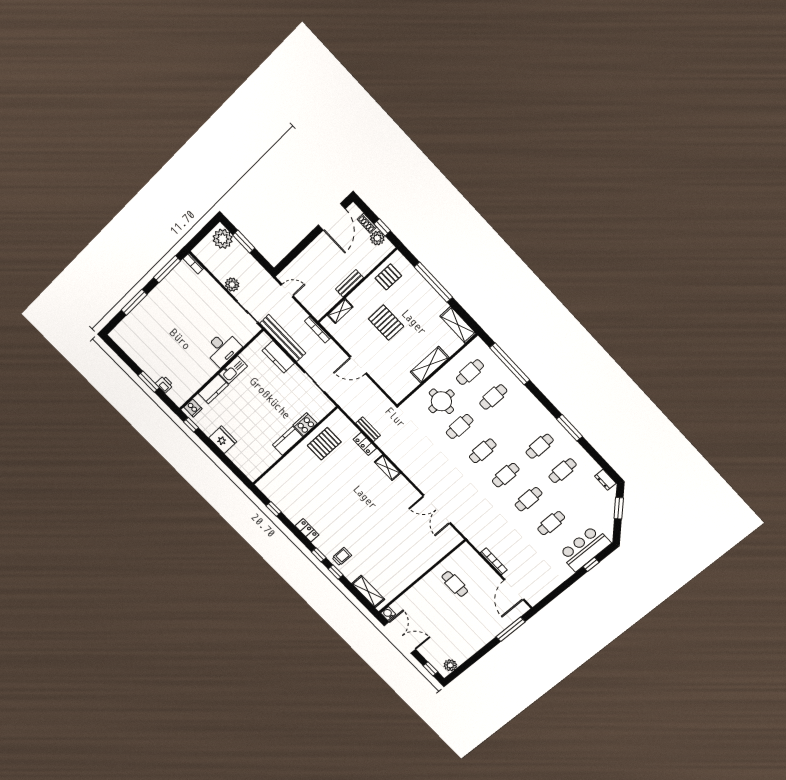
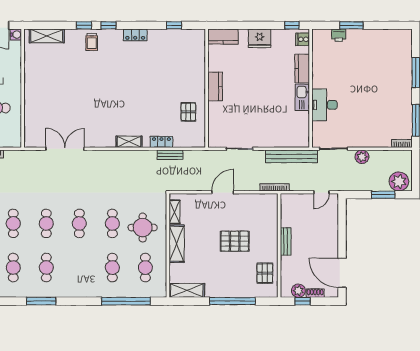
shelving: (340, 311) -> (174, 212), moved
kitchen counter: (278, 357) -> (223, 37), moved, turned 180
cooker: (305, 424) -> (215, 112), removed
pallet: (324, 444) -> (188, 112), width x0.67, depth x0.71

